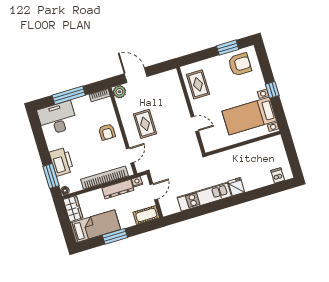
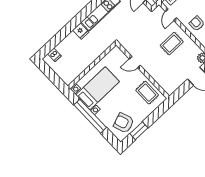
armchair: (240, 64) -> (124, 123), turned 71
window: (272, 90) -> (90, 116), width x3.17
rug: (145, 124) -> (172, 44), turned 90

